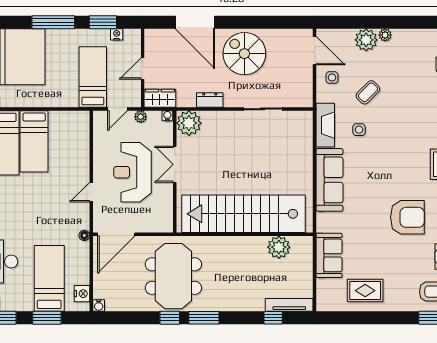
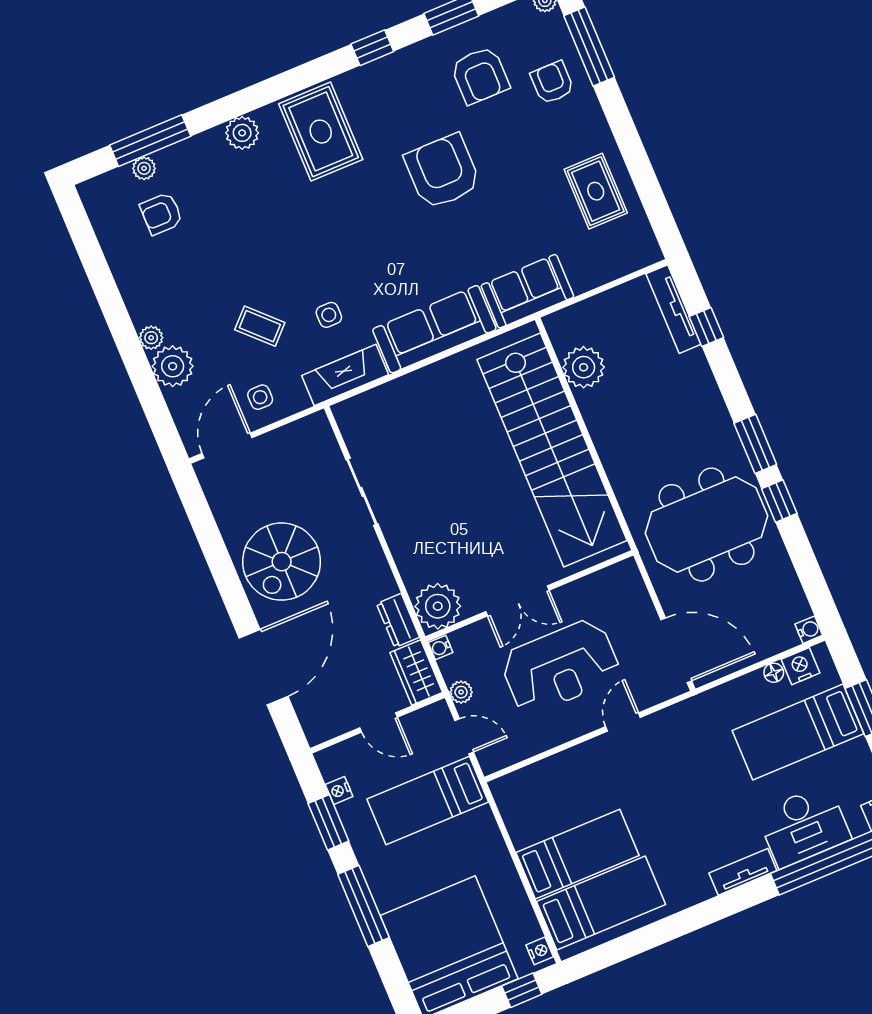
dresser: (210, 100) -> (398, 620), moved
door: (91, 192) -> (623, 722), swing flipped
floor lamp: (84, 235) -> (774, 673), moved
sofa: (329, 255) -> (527, 291), moved

